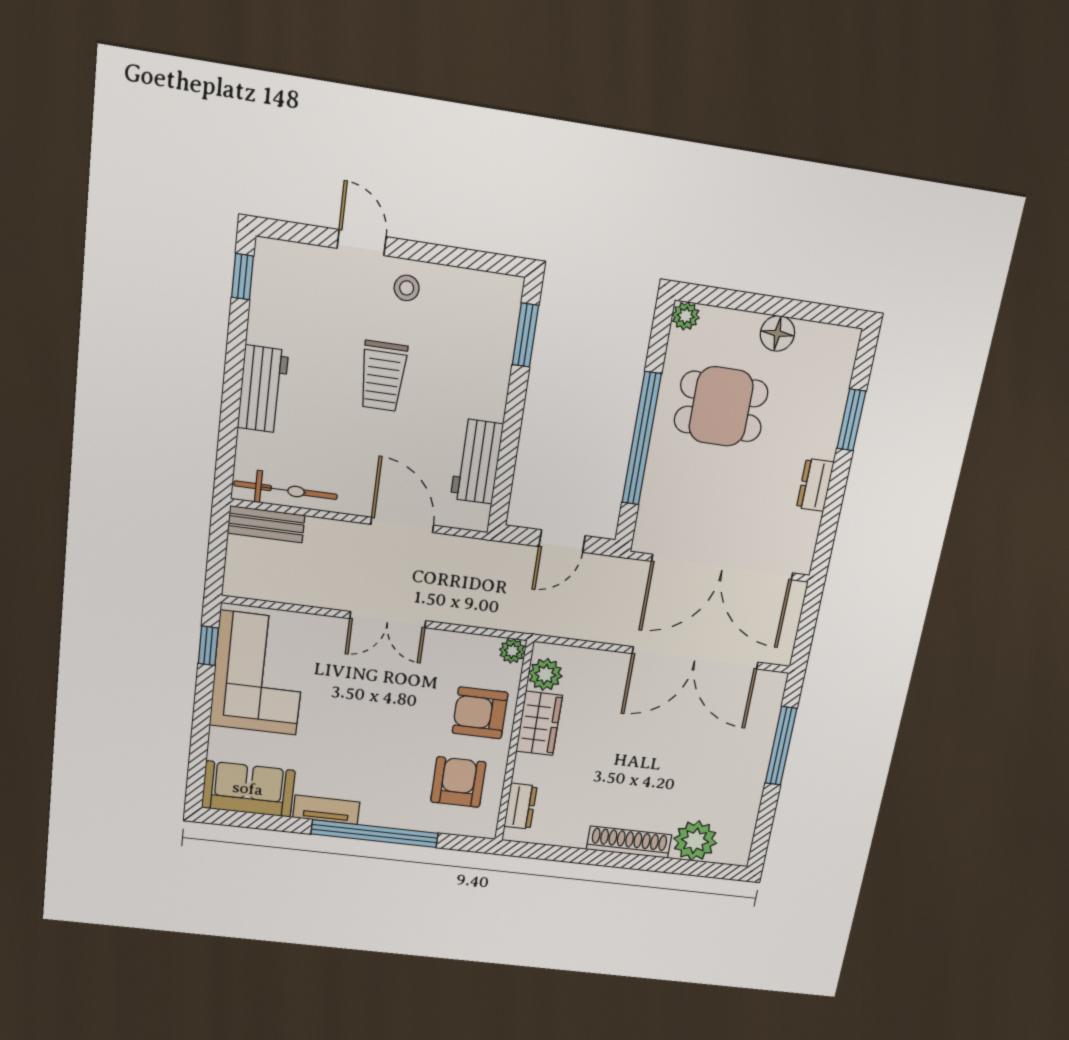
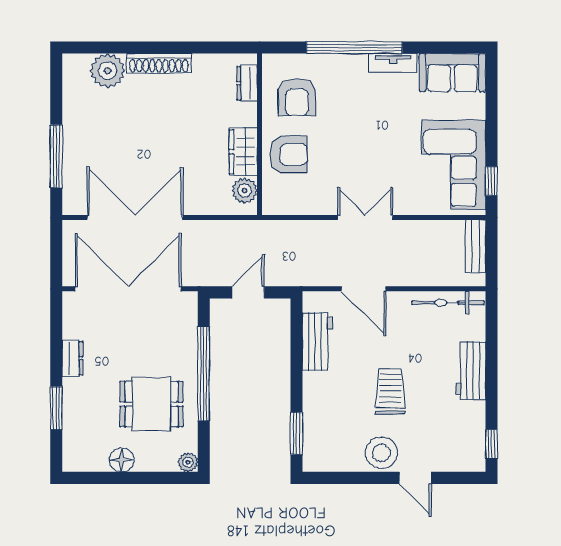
stool: (407, 288) -> (381, 453), width x1.89, depth x1.89
bench: (266, 524) -> (475, 246), moved, turned 90
plant: (512, 651) -> (272, 206), removed

